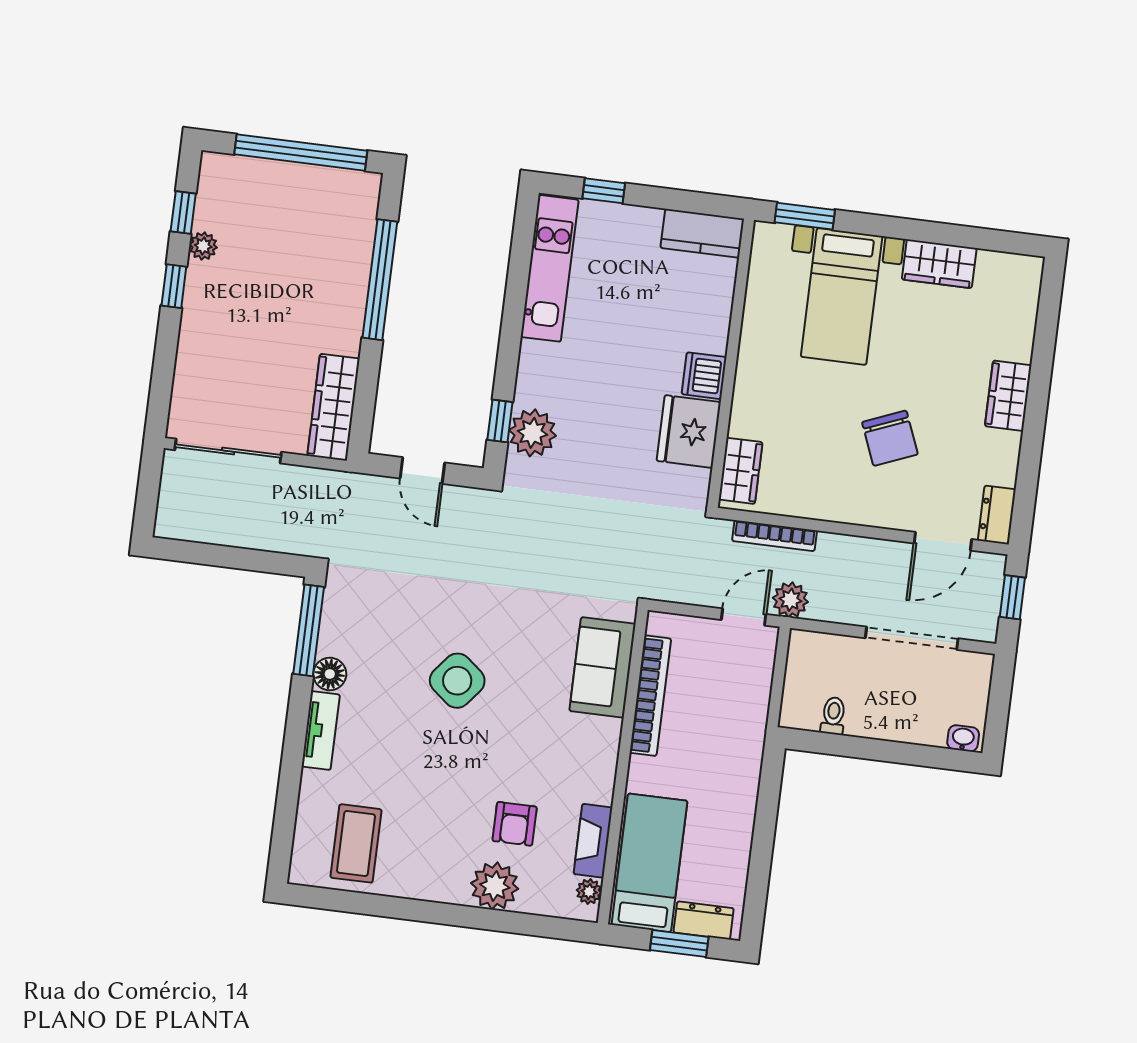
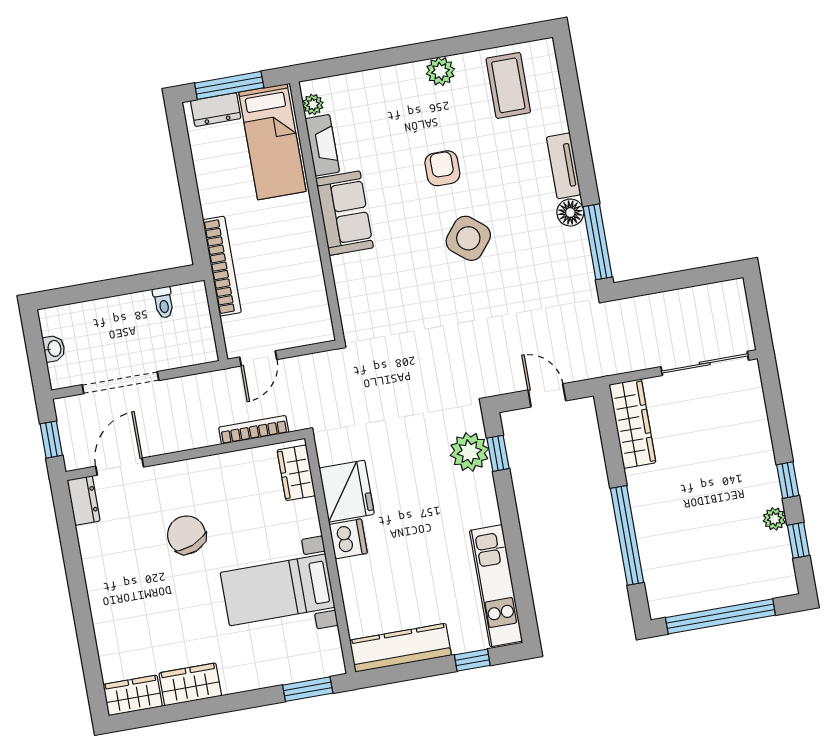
kitchen counter: (702, 233) -> (400, 648), width x1.50
bed with nightstands: (842, 296) -> (278, 590), moved, turned -90
wardrobe: (1008, 396) -> (133, 695), moved, turned -90
plant: (790, 600) -> (225, 383), removed
sofa: (602, 667) -> (345, 213), moved
bookcase: (650, 696) -> (222, 266), moved, turned 180
washbasin: (963, 738) -> (54, 349), moved, turned -90
armchair: (515, 824) -> (442, 168), moved
plant: (495, 886) -> (440, 71), moved, width x0.73, depth x0.73
window: (679, 943) -> (229, 85), width x1.44

